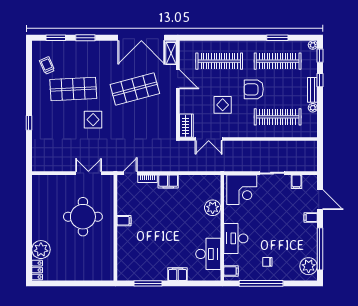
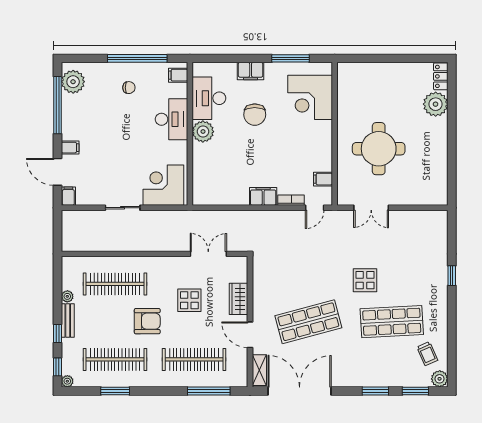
window: (208, 38) -> (209, 391), added
plant: (38, 47) -> (440, 379), added
wardrobe: (186, 126) -> (239, 299), moved
filing cabinet: (296, 182) -> (68, 196), moved
plant: (213, 208) -> (203, 132), moved
filing cabinet: (124, 221) -> (323, 179), moved
chair: (174, 242) -> (255, 115), added
corner desk: (134, 255) -> (310, 97), added

